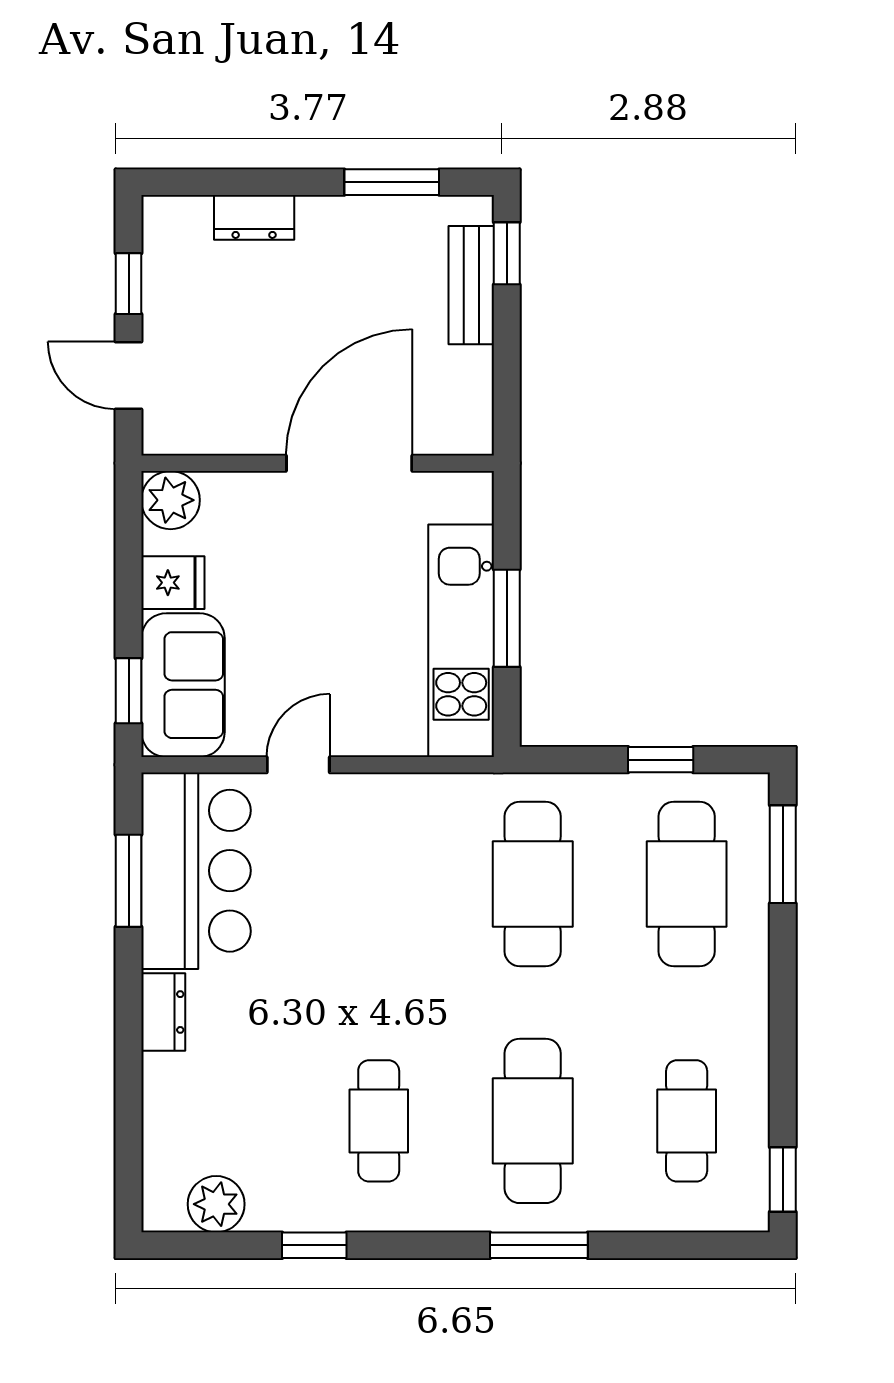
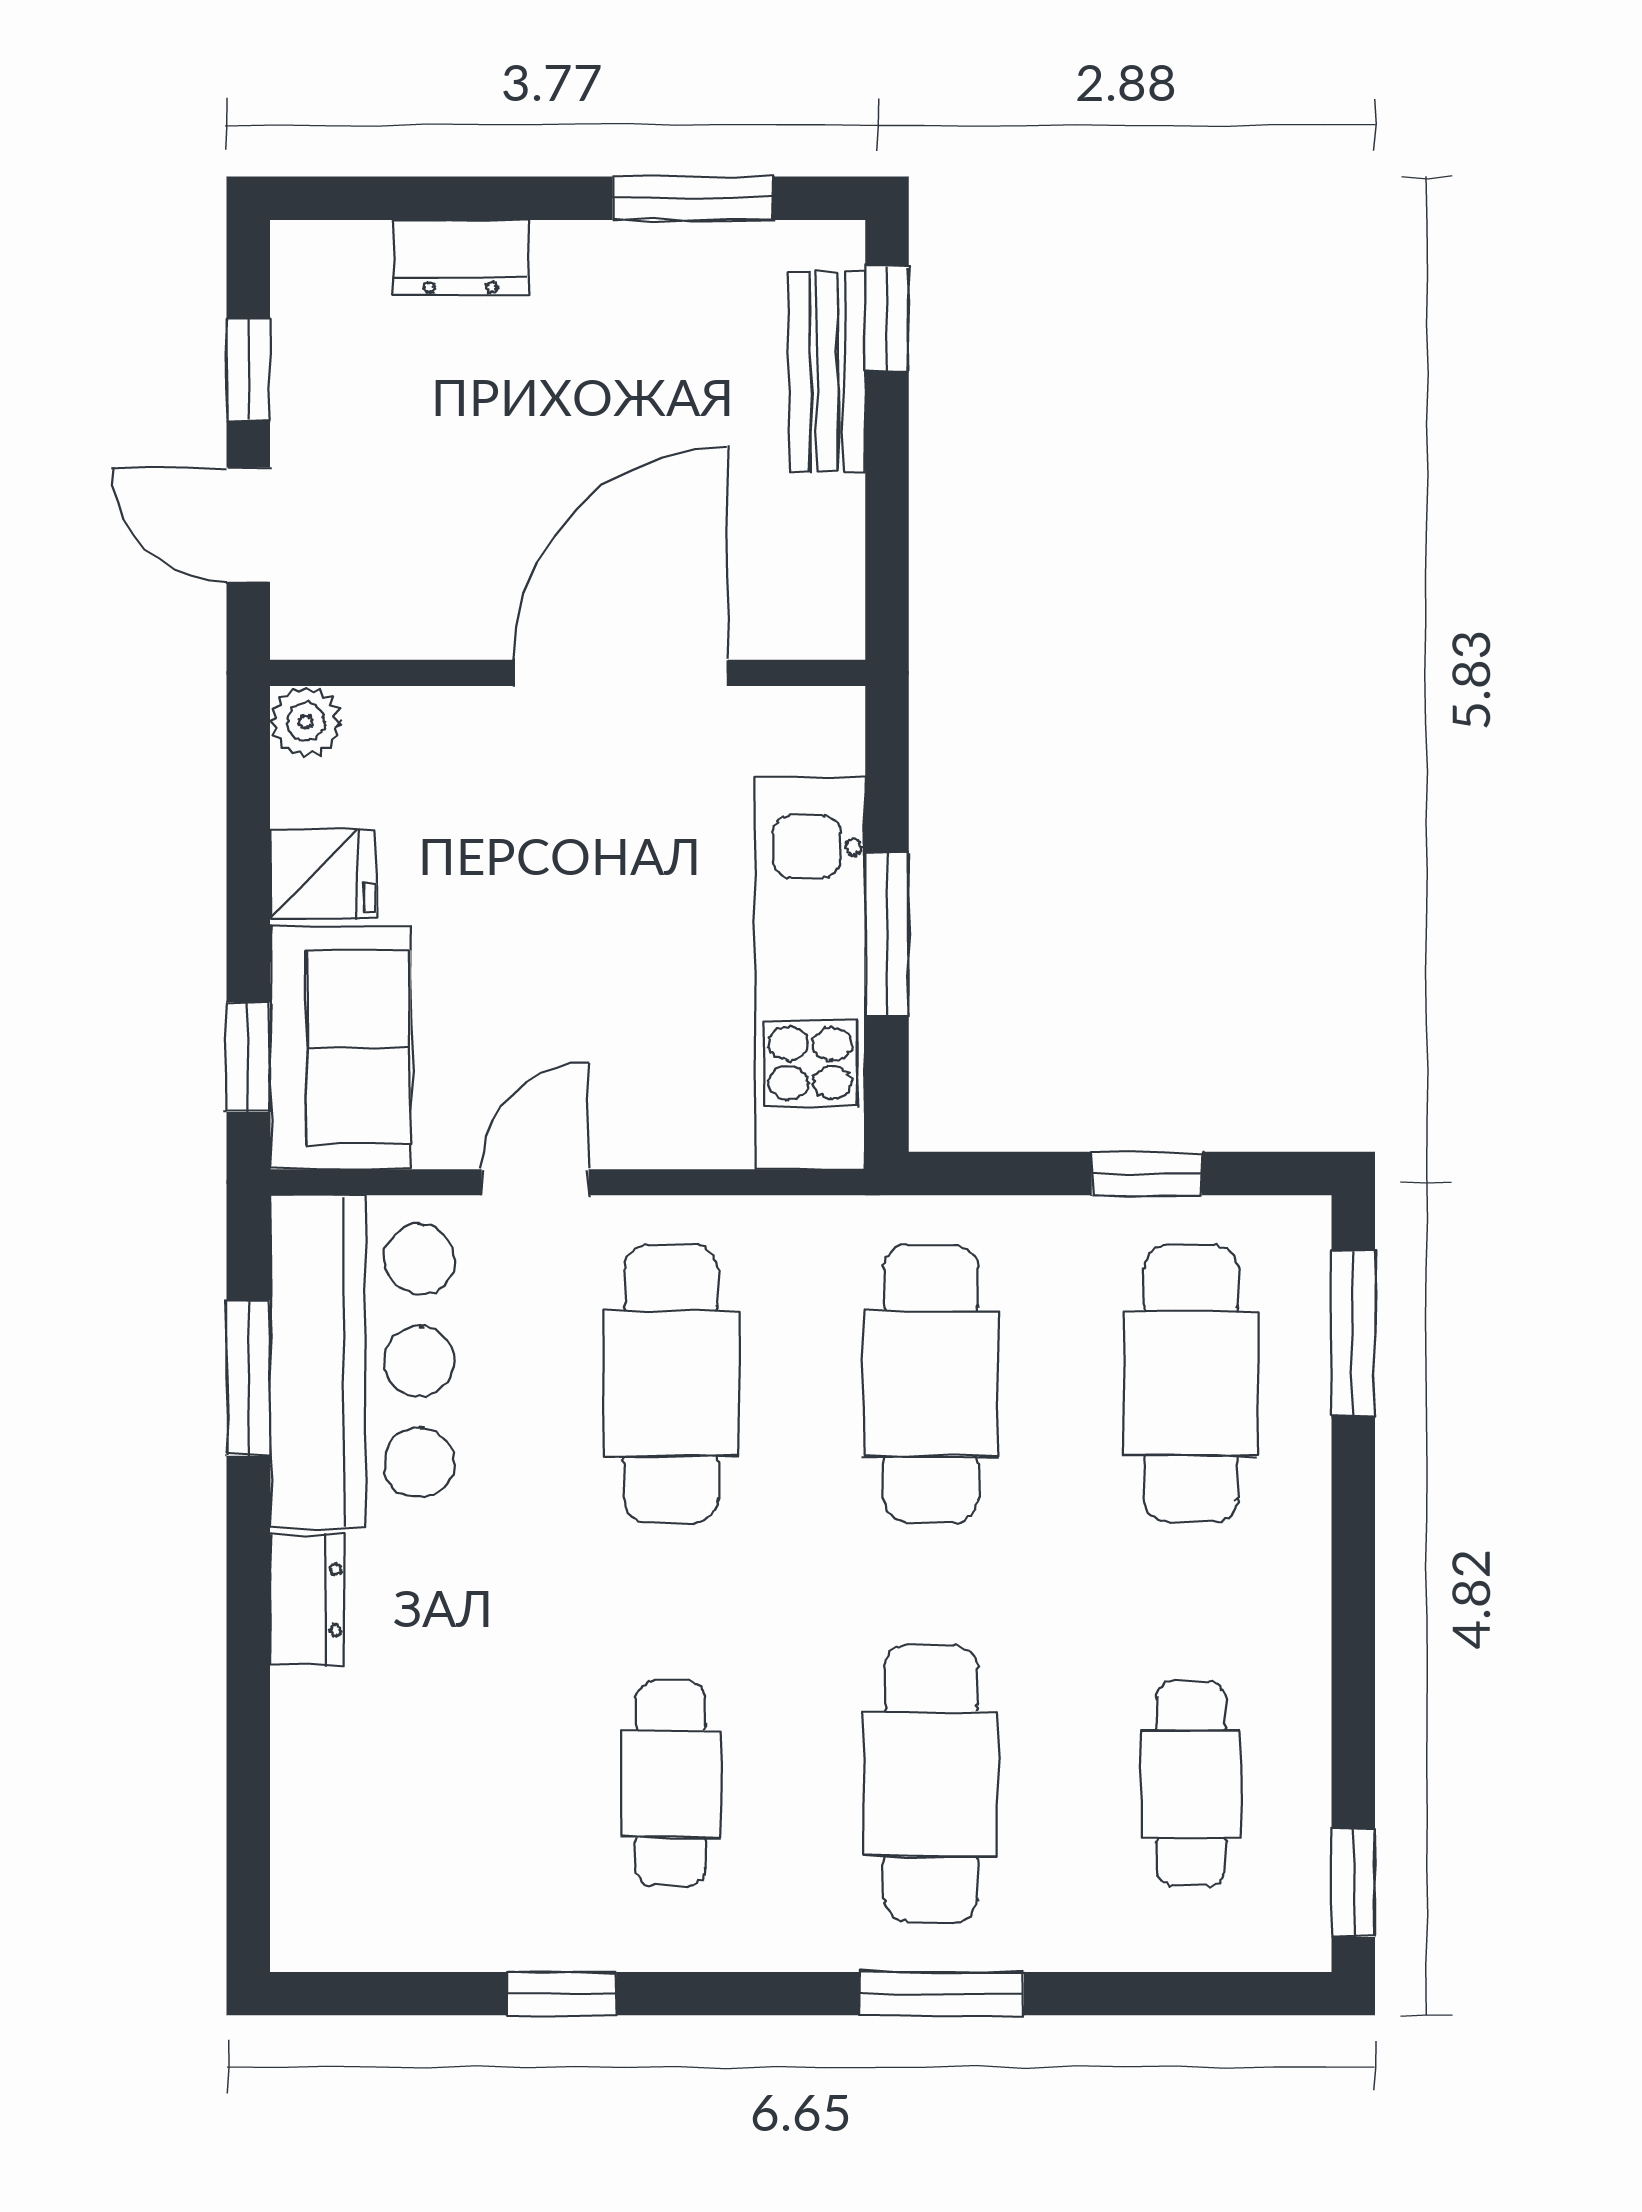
plant: (171, 500) -> (306, 722), width x0.73, depth x0.73
cafe table: (379, 884) -> (671, 1384), added
plant: (216, 1204) -> (396, 1924), removed

